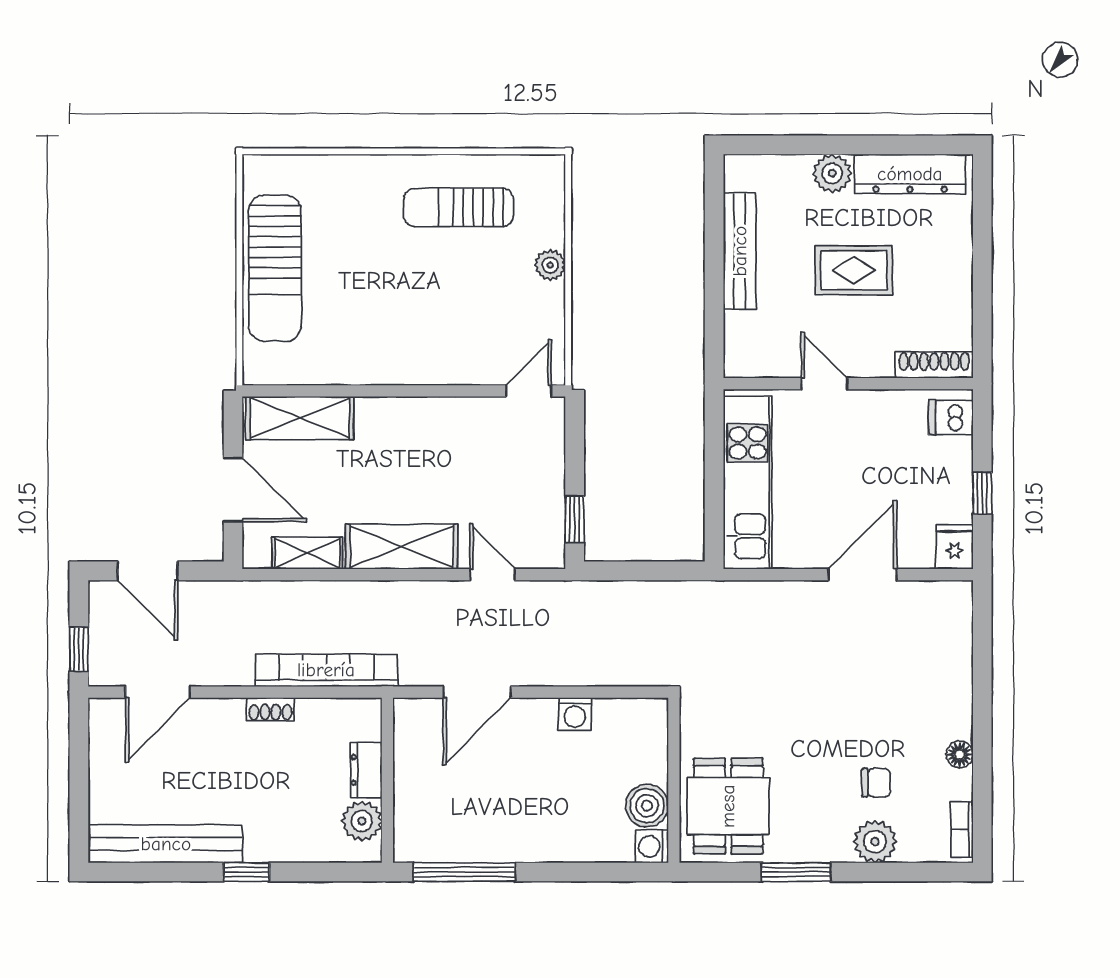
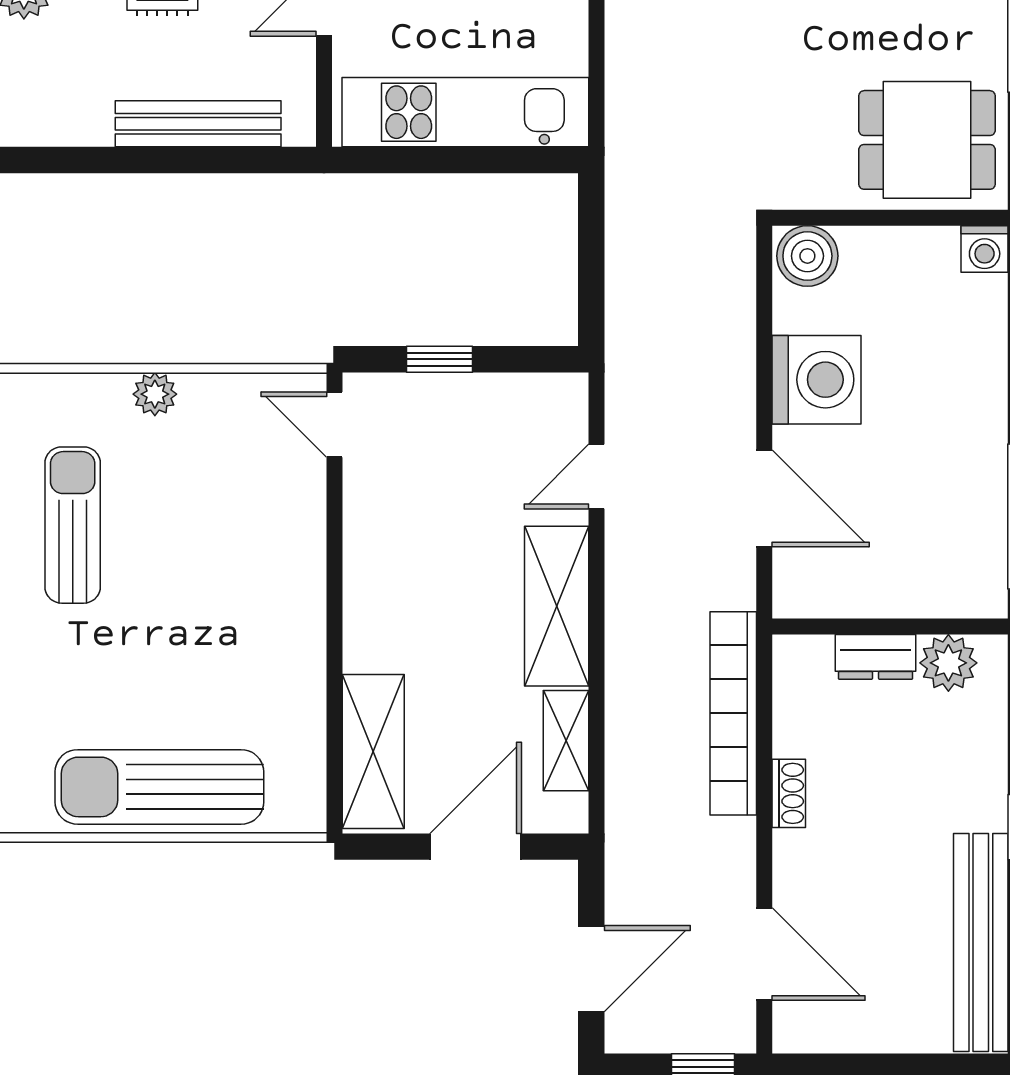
sun lounger: (458, 207) -> (73, 525), turned 180
bench: (740, 251) -> (198, 124), moved
sun lounger: (275, 268) -> (159, 787), turned 180
window: (575, 519) -> (439, 359), moved
washing machine: (575, 714) -> (816, 380), width x1.89, depth x1.89
boiler: (647, 806) -> (807, 256), moved

